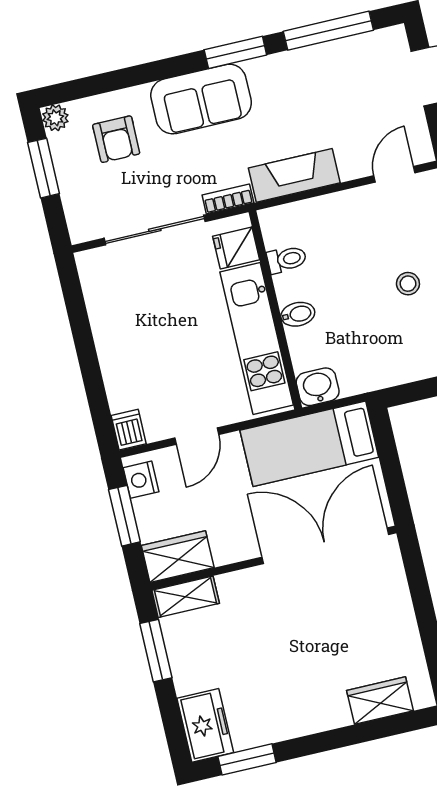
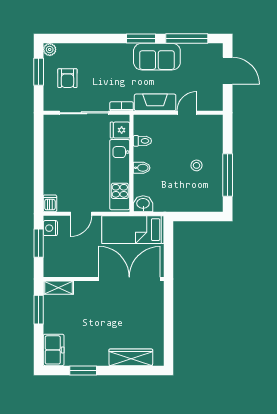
sofa: (201, 99) -> (157, 57), moved
armchair: (116, 139) -> (67, 78), moved
door: (394, 174) -> (187, 113), moved
wardrobe: (178, 557) -> (59, 268), removed
wardrobe: (380, 701) -> (131, 357), width x1.50
window: (247, 759) -> (83, 370), moved

